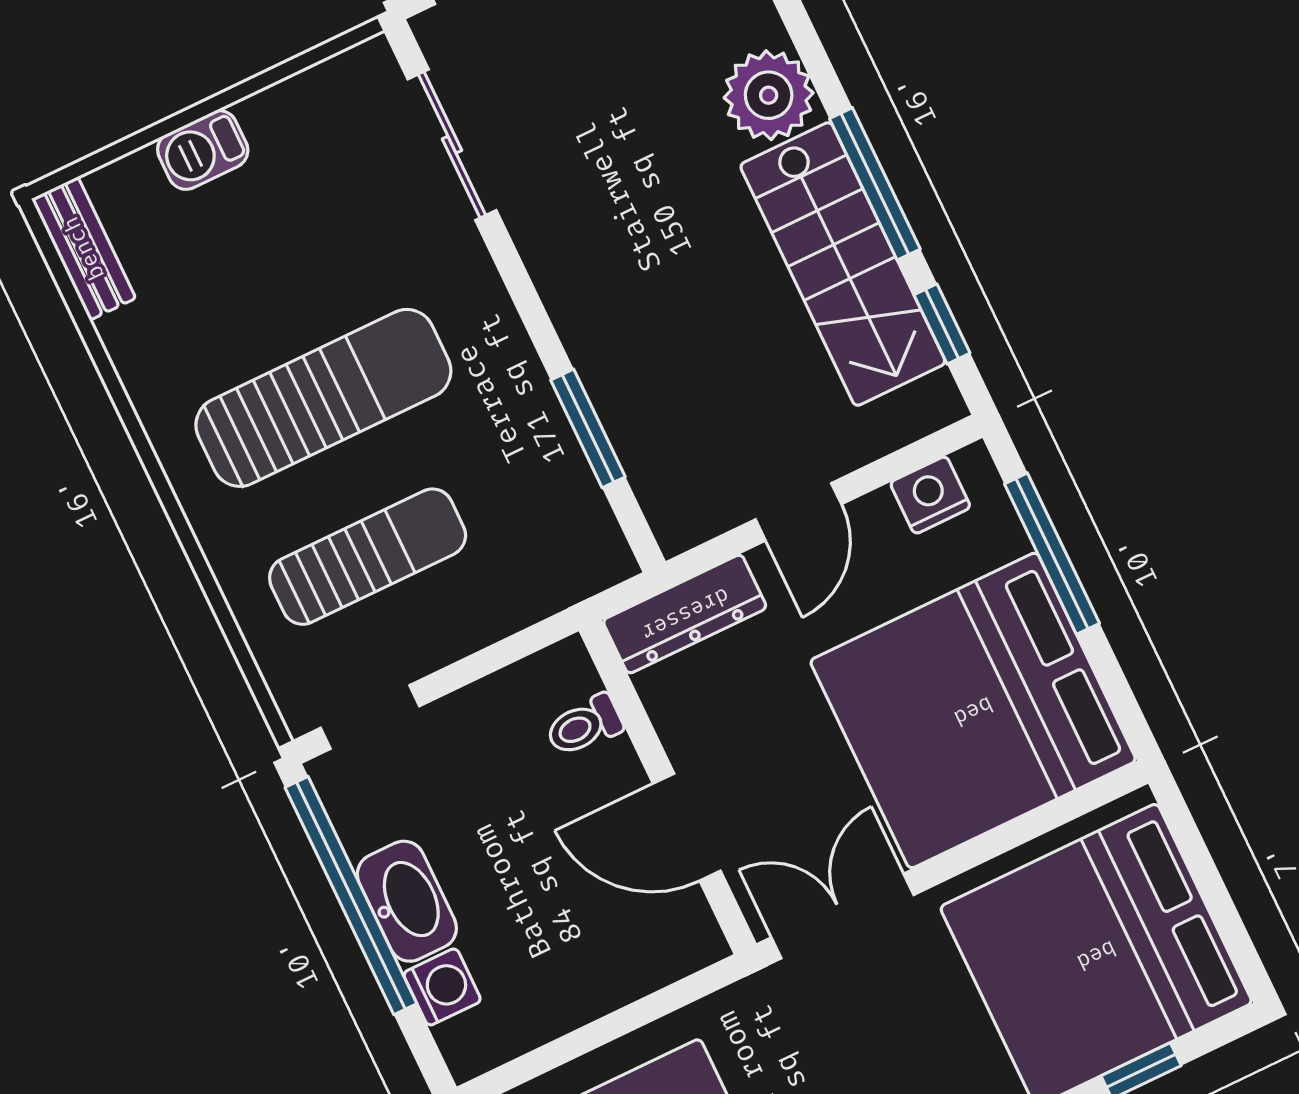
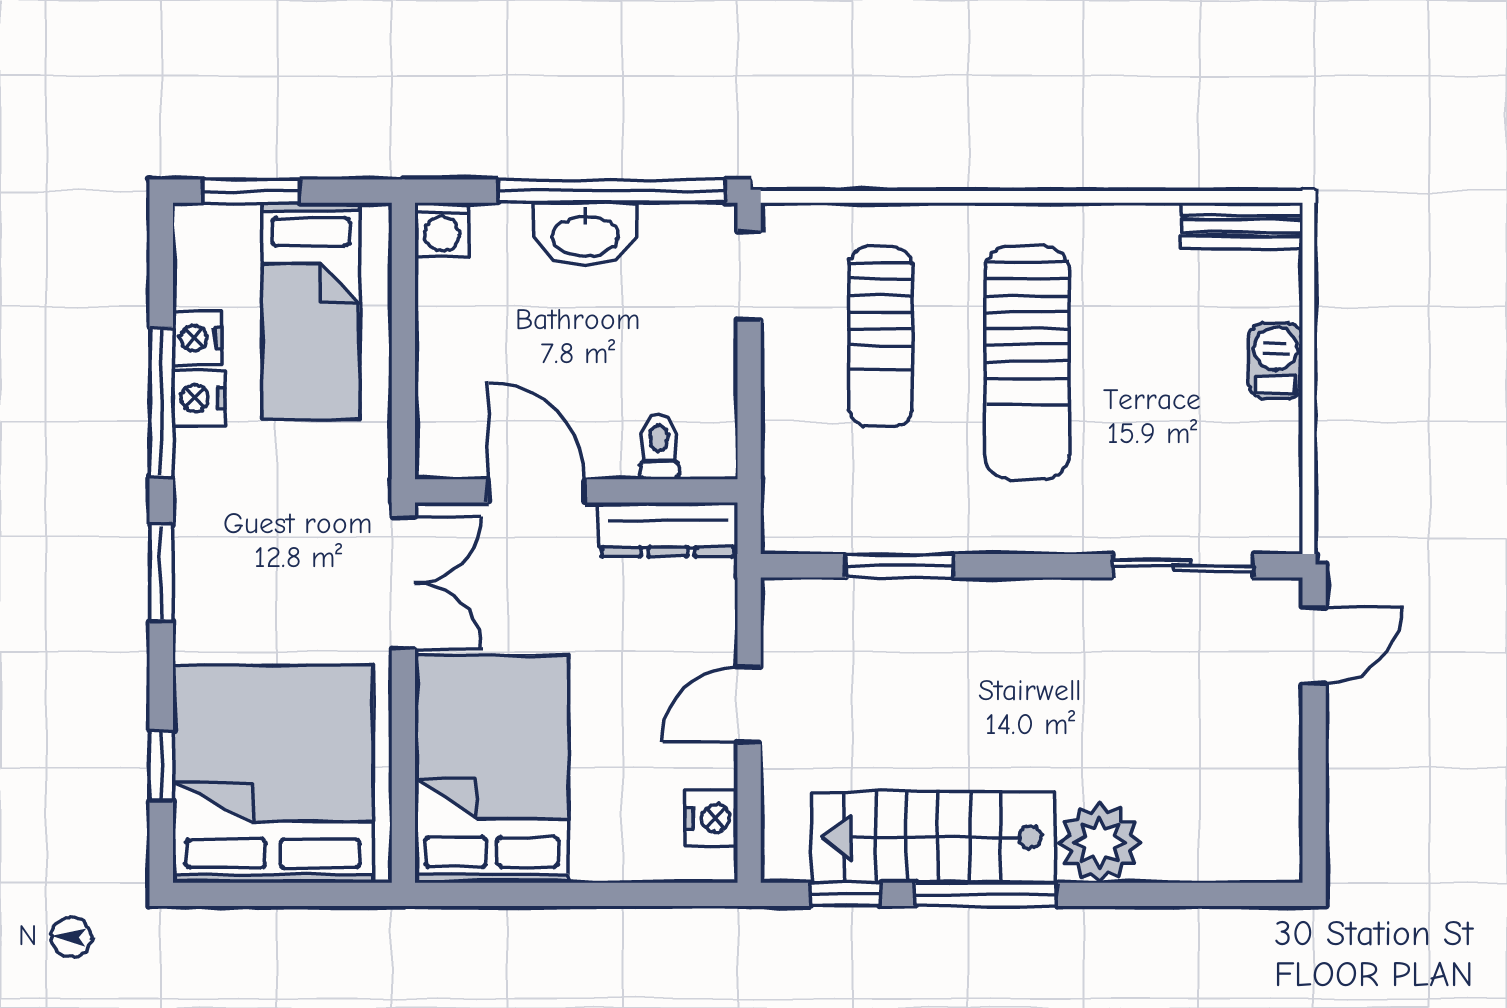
door: (798, 512) -> (749, 704), hinge flipped
window: (1052, 554) -> (616, 894), removed
dresser: (685, 614) -> (668, 530), moved, turned -90
bed: (973, 711) -> (492, 769), width x0.73
door: (687, 827) -> (536, 491), hinge flipped
washing machine: (442, 987) -> (442, 230), moved

